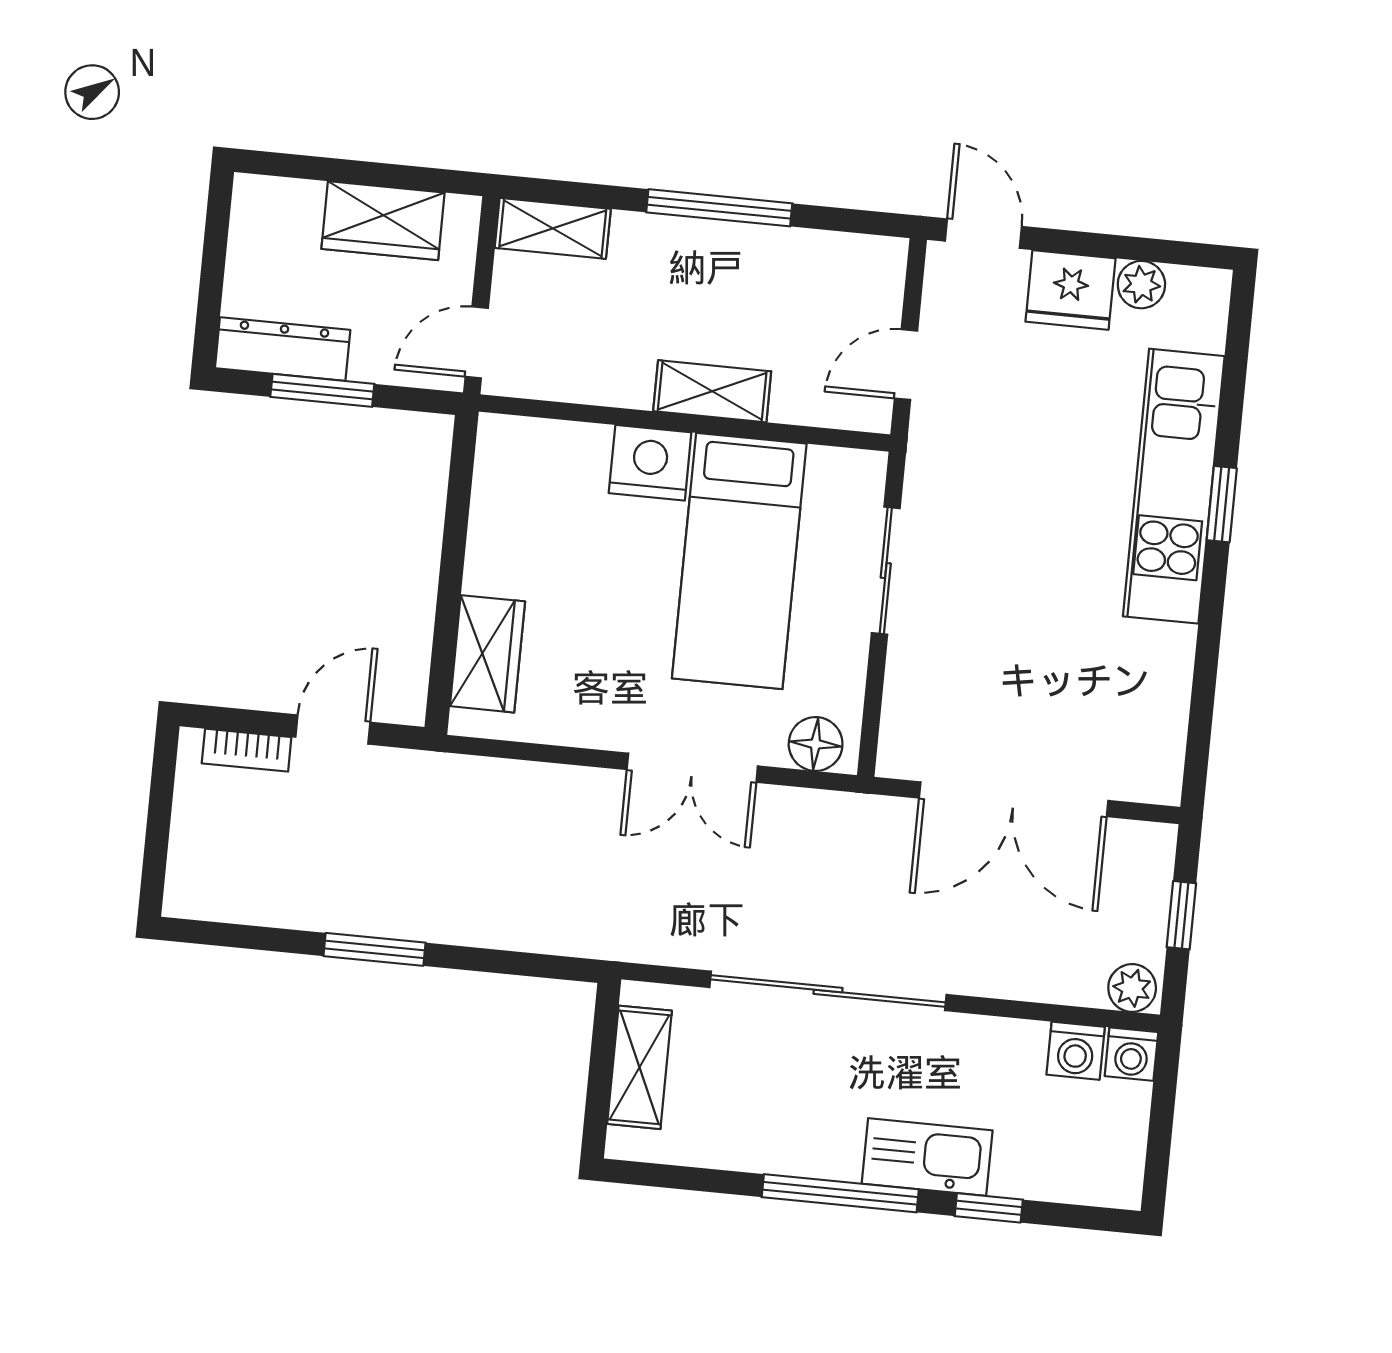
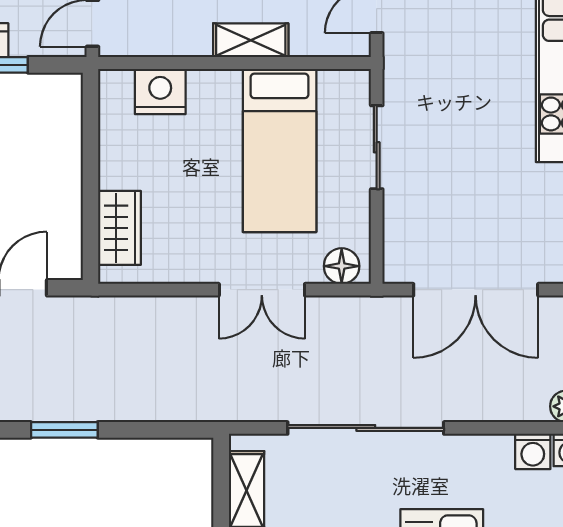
nightstand: (650, 463) -> (160, 91), moved

